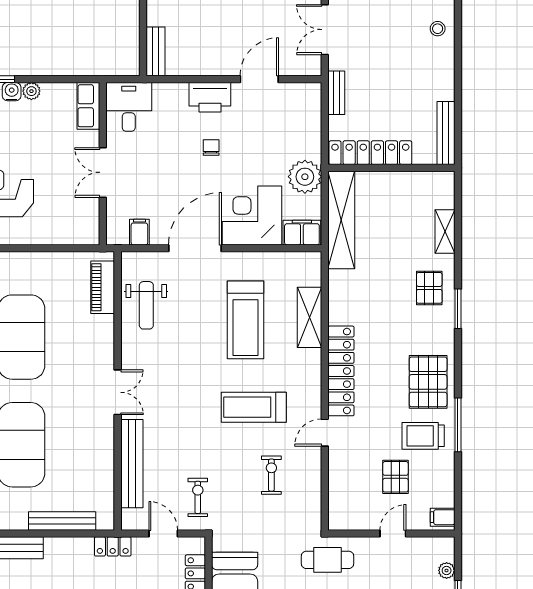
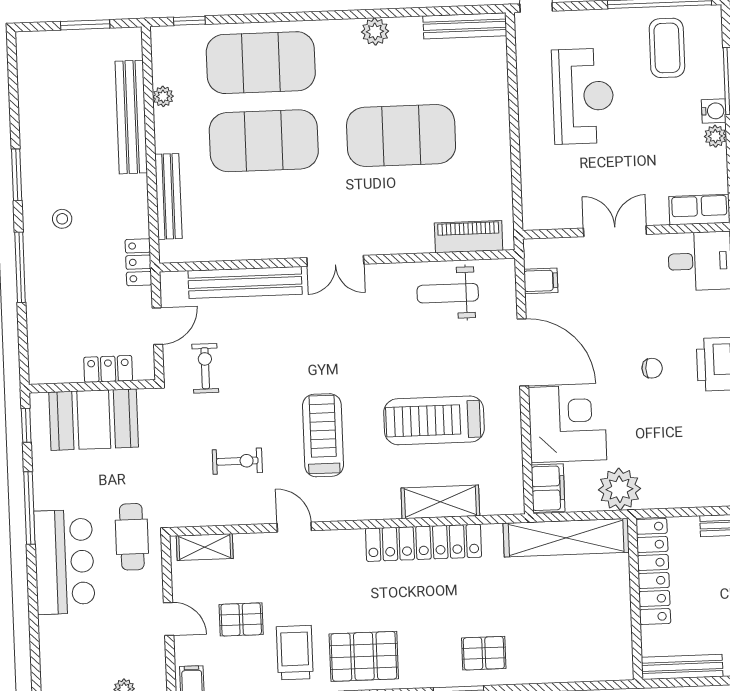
shelving: (445, 232) -> (205, 547), moved
locker: (341, 371) -> (423, 543), moved
exercise bike: (198, 497) -> (205, 368), turned -90

